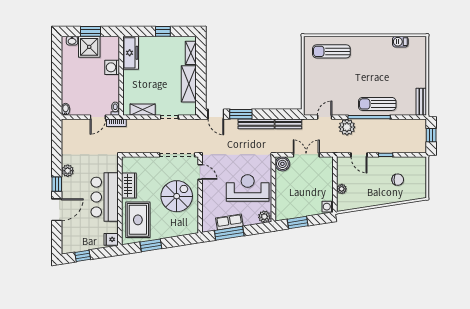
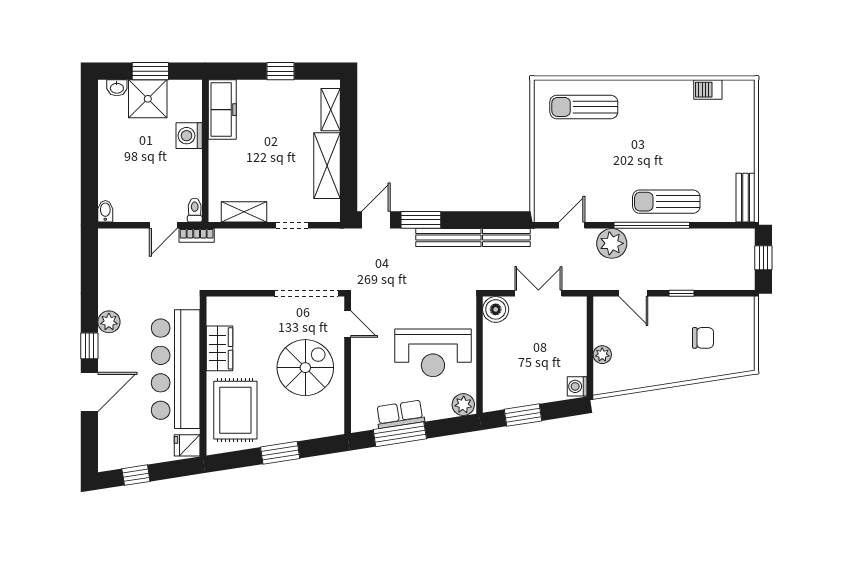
door: (216, 114) -> (376, 220), swing flipped
reception desk: (248, 188) -> (433, 353), turned 180
bar counter: (105, 197) -> (176, 369), width x1.36
window: (151, 245) -> (280, 453), moved

